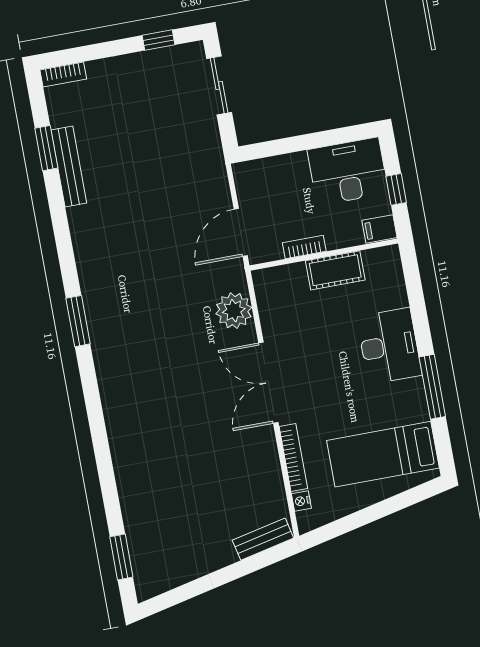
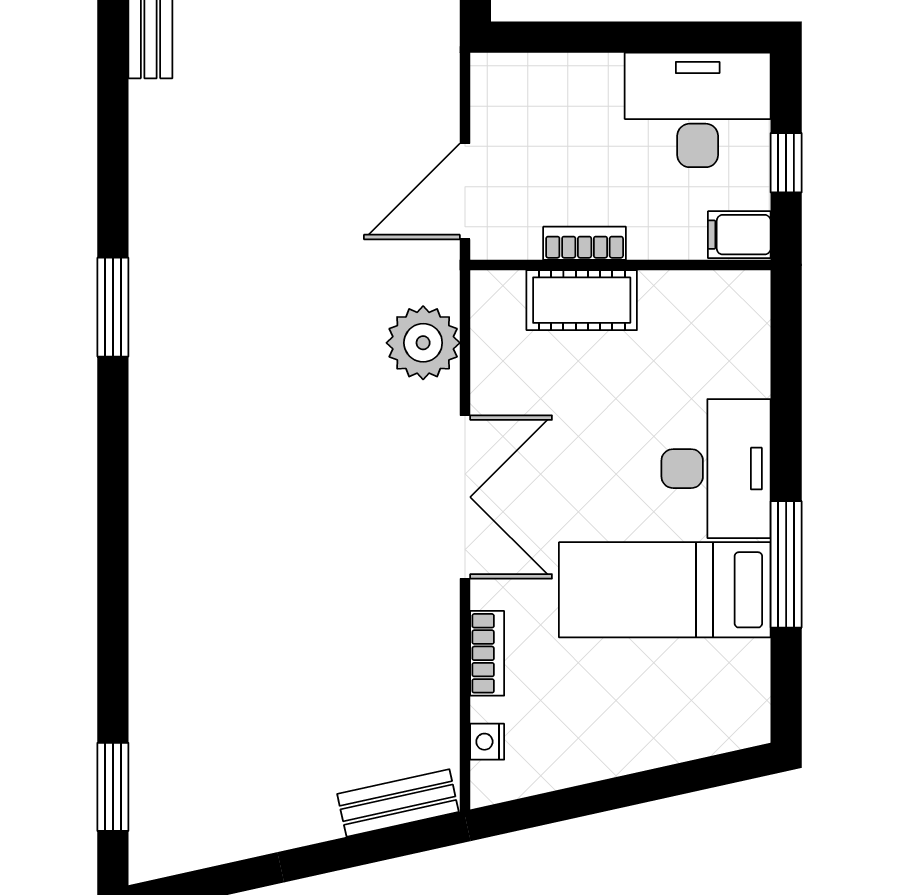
cot: (335, 270) -> (582, 300), moved
double door: (268, 383) -> (465, 497), swing flipped
bed: (383, 454) -> (665, 590), moved
bookcase: (293, 458) -> (487, 653), width x0.64

